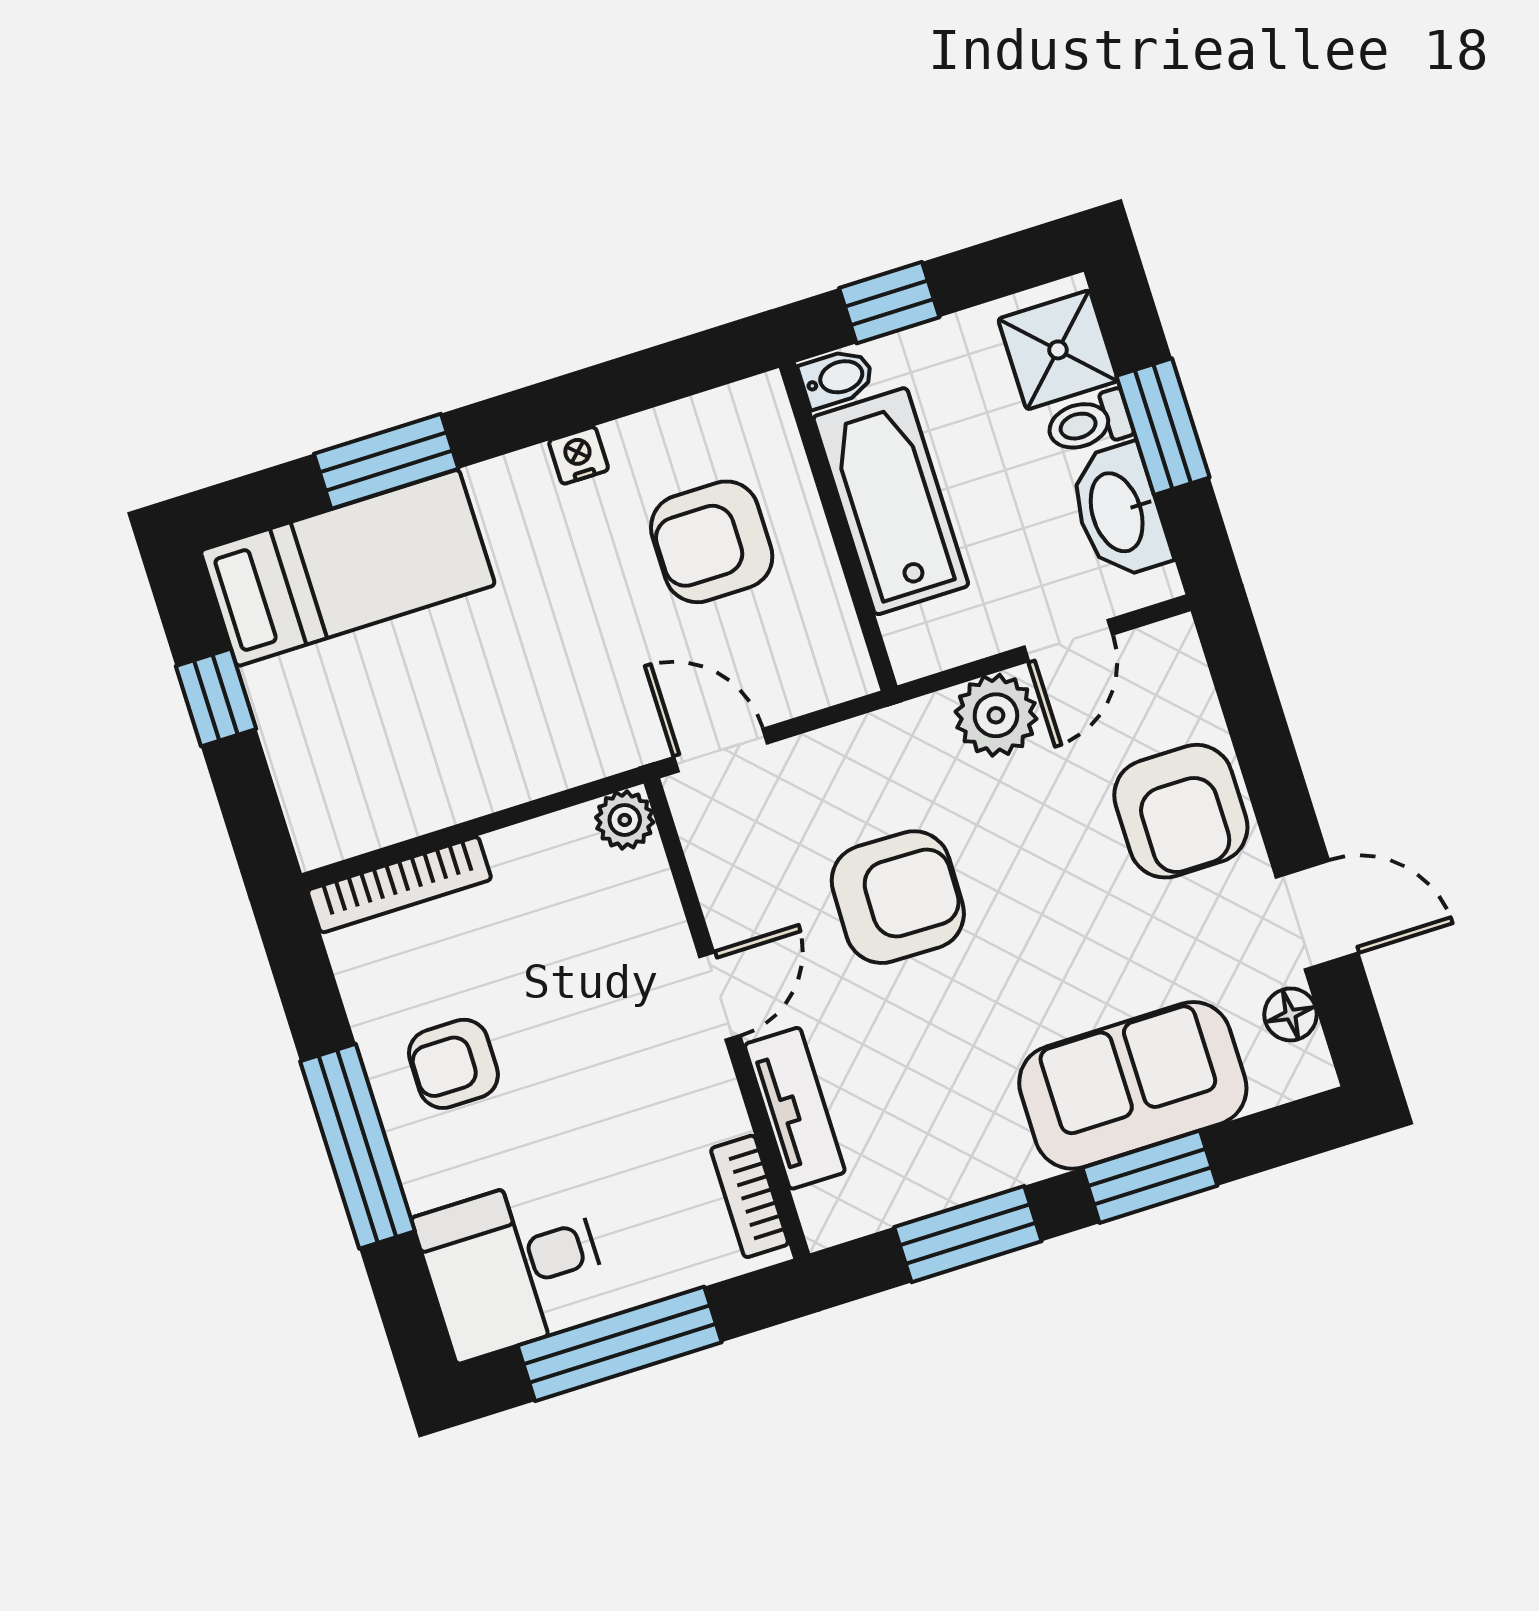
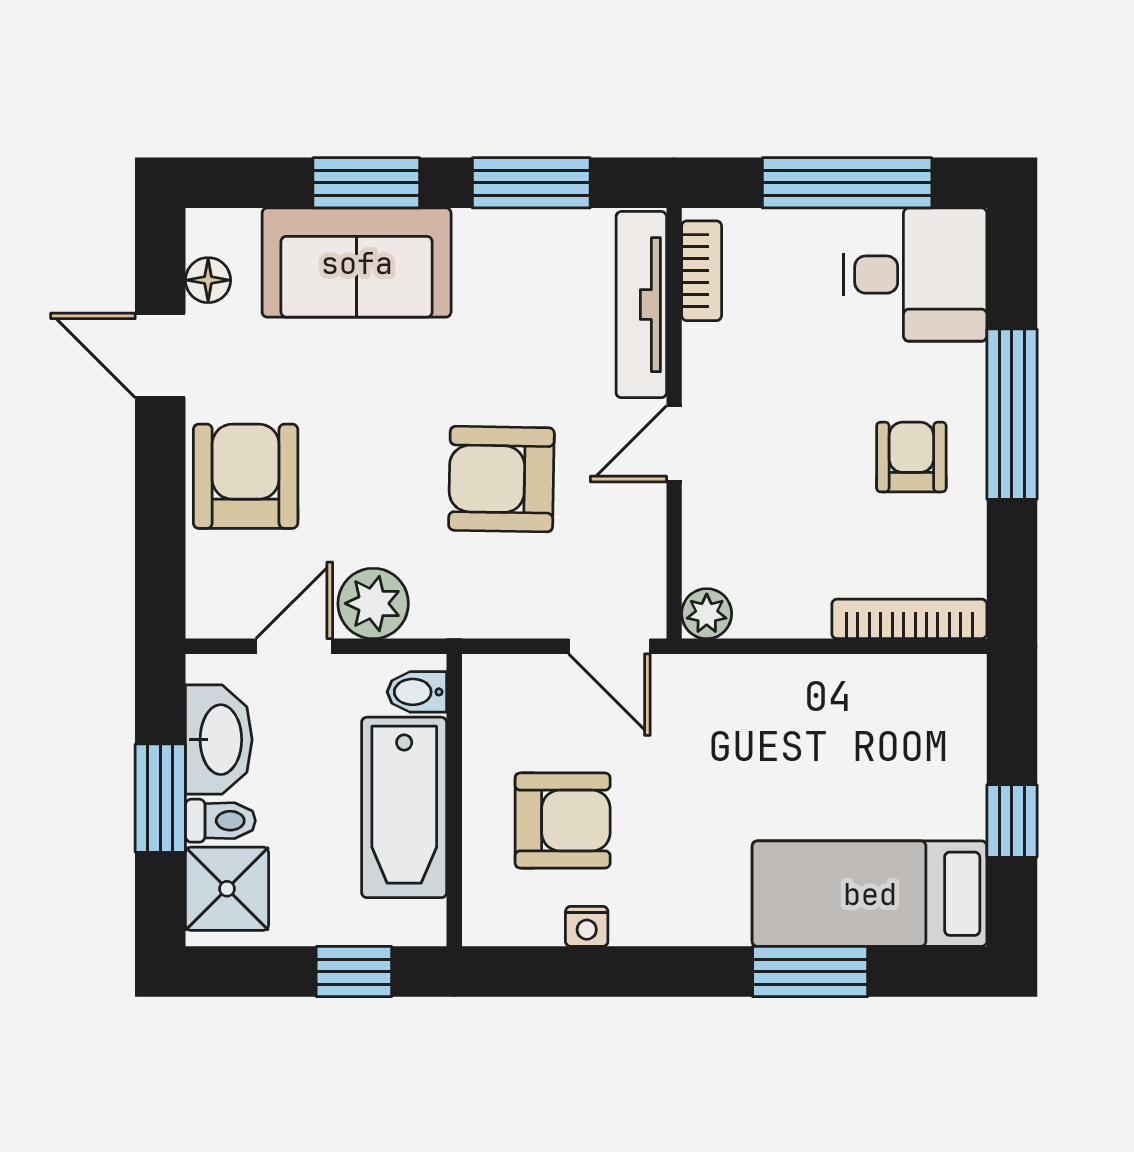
bidet: (837, 378) -> (417, 692), moved
nightstand: (579, 455) -> (587, 926), moved
armchair: (453, 1064) -> (911, 457), turned -90
tv unit: (795, 1108) -> (641, 305), width x1.41

